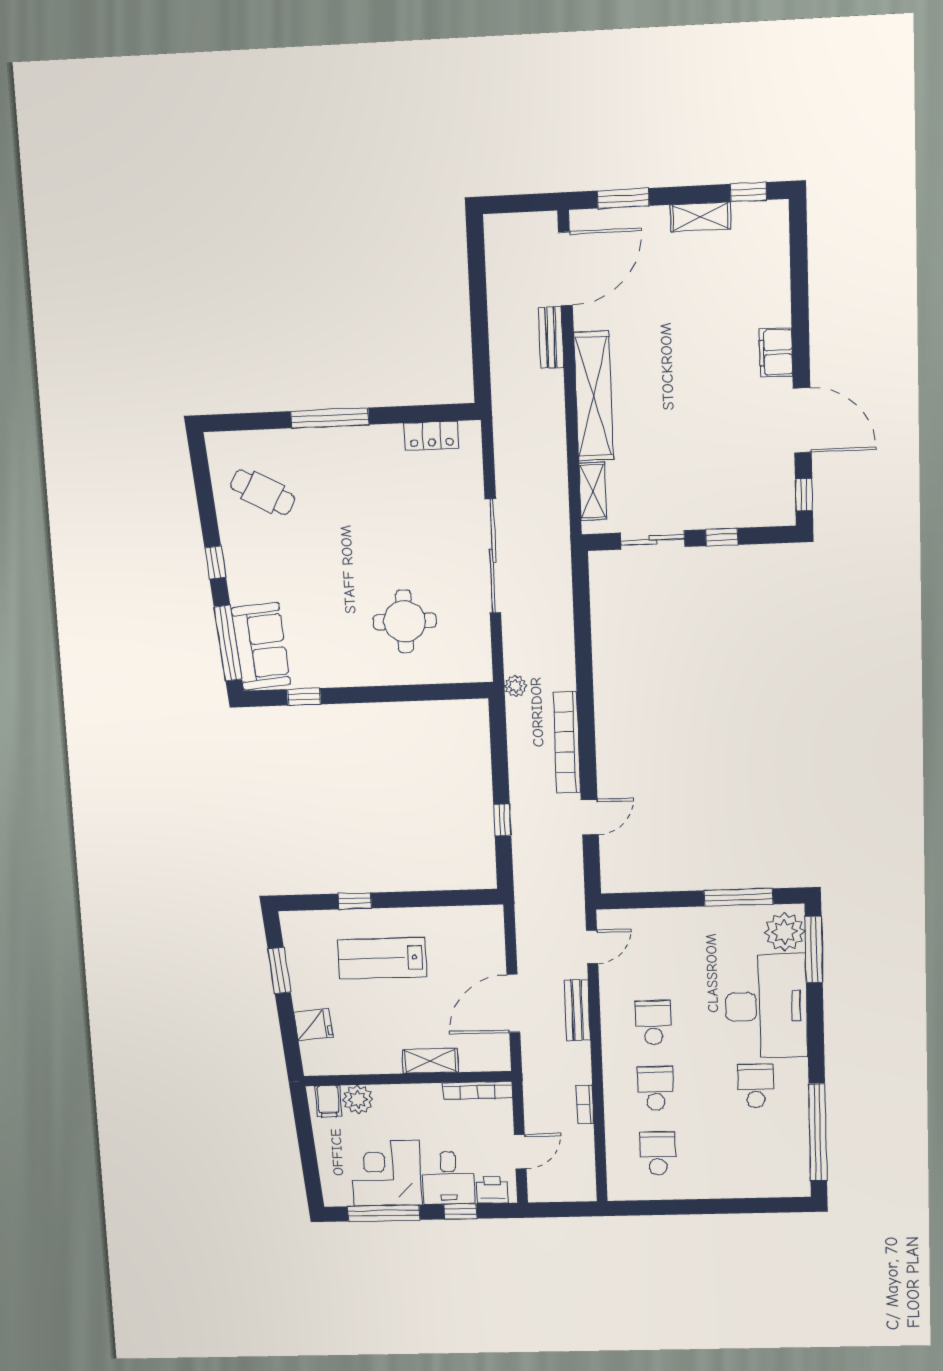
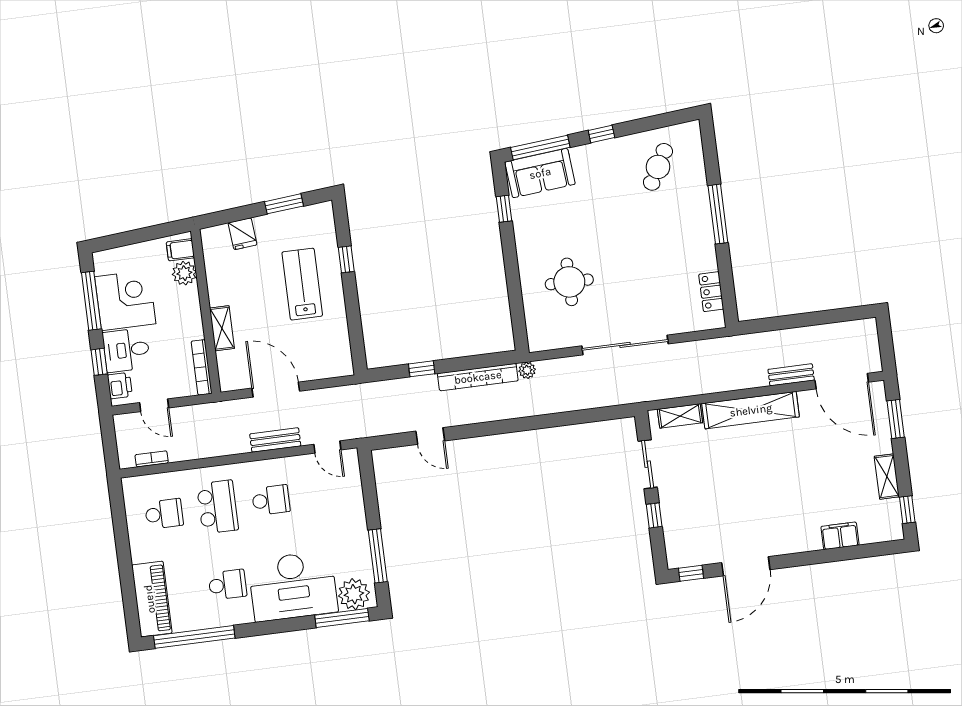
filing cabinet: (776, 352) -> (840, 536), moved
bookcase: (567, 742) -> (478, 377), moved, turned 180
school desk: (656, 1088) -> (217, 507), width x1.85
bookcase: (585, 1105) -> (152, 459), moved
piano: (764, 1179) -> (152, 599), added

